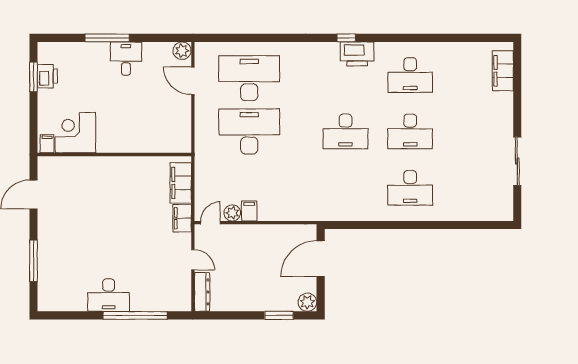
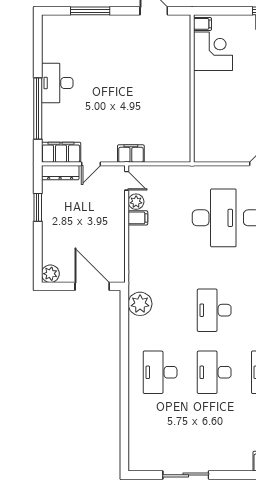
filing cabinet: (181, 183) -> (61, 152), moved
plant: (339, 209) -> (140, 304), added
window: (279, 315) -> (38, 207), moved

